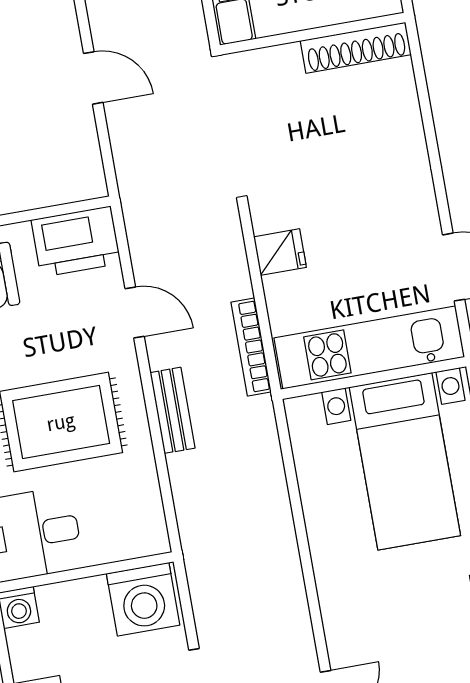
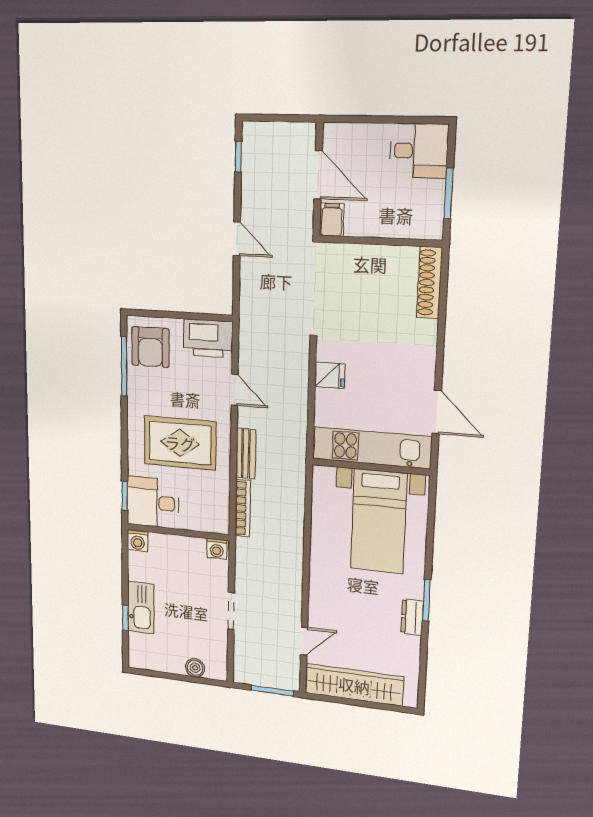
shoe rack: (356, 48) -> (429, 283), moved, turned 90
bookcase: (251, 347) -> (243, 508), moved, turned 180
washing machine: (143, 599) -> (217, 549), width x0.53, depth x0.53

